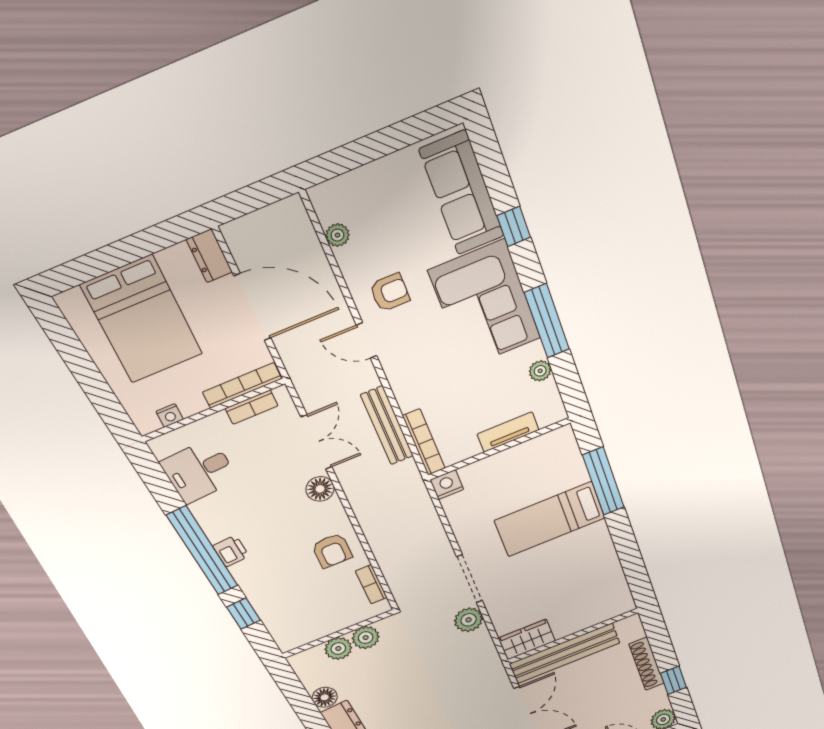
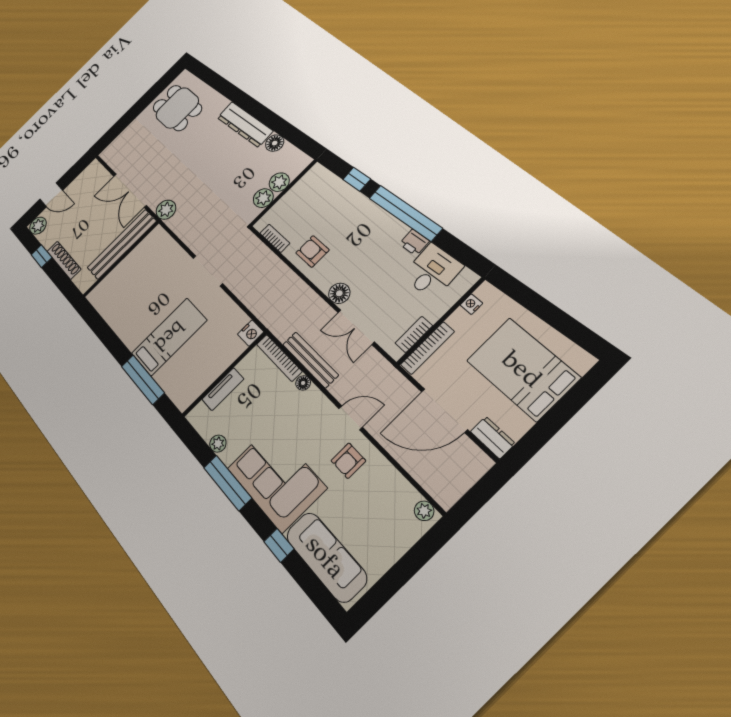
plant: (337, 235) -> (424, 511), moved
floor lamp: (407, 402) -> (303, 383), added
printer: (231, 551) -> (414, 242), moved
plant: (469, 620) -> (166, 210), moved
wardrobe: (527, 640) -> (151, 243), removed

